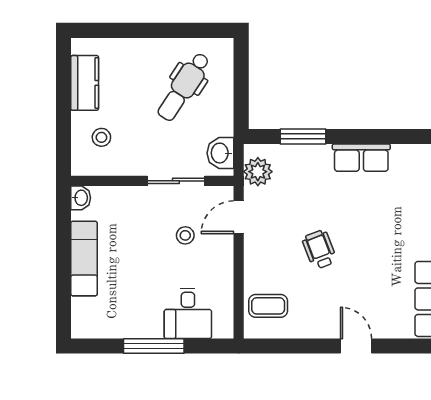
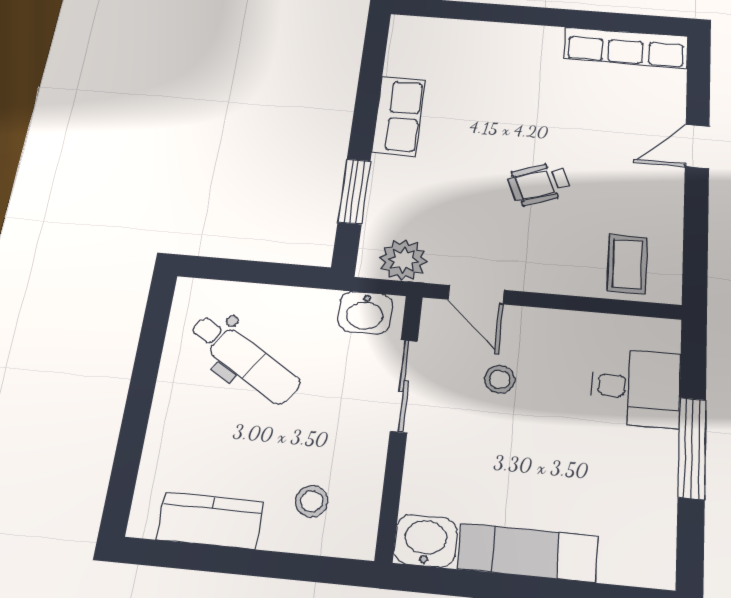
washbasin: (81, 198) -> (425, 541), width x1.38, depth x1.45

